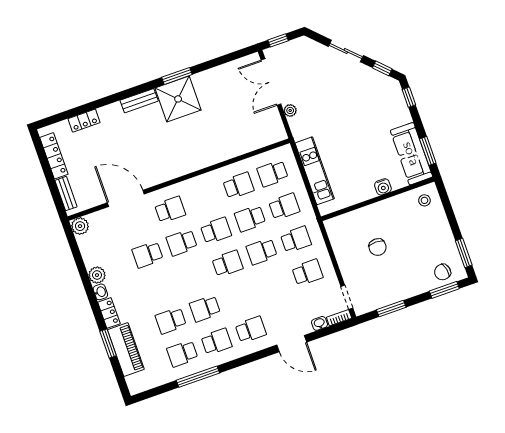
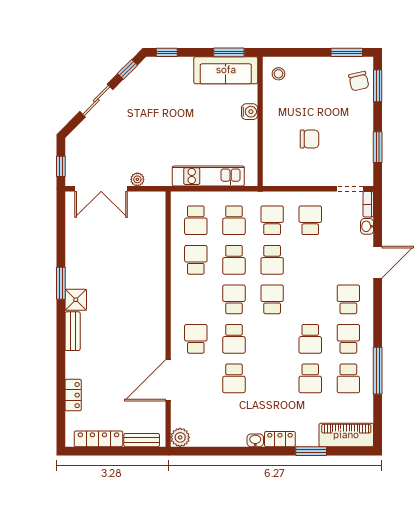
shower: (178, 99) -> (76, 300), width x0.54, depth x0.54
school desk: (284, 206) -> (234, 220), turned 180
plant: (97, 275) -> (237, 438), removed
piano: (126, 350) -> (346, 435), moved

